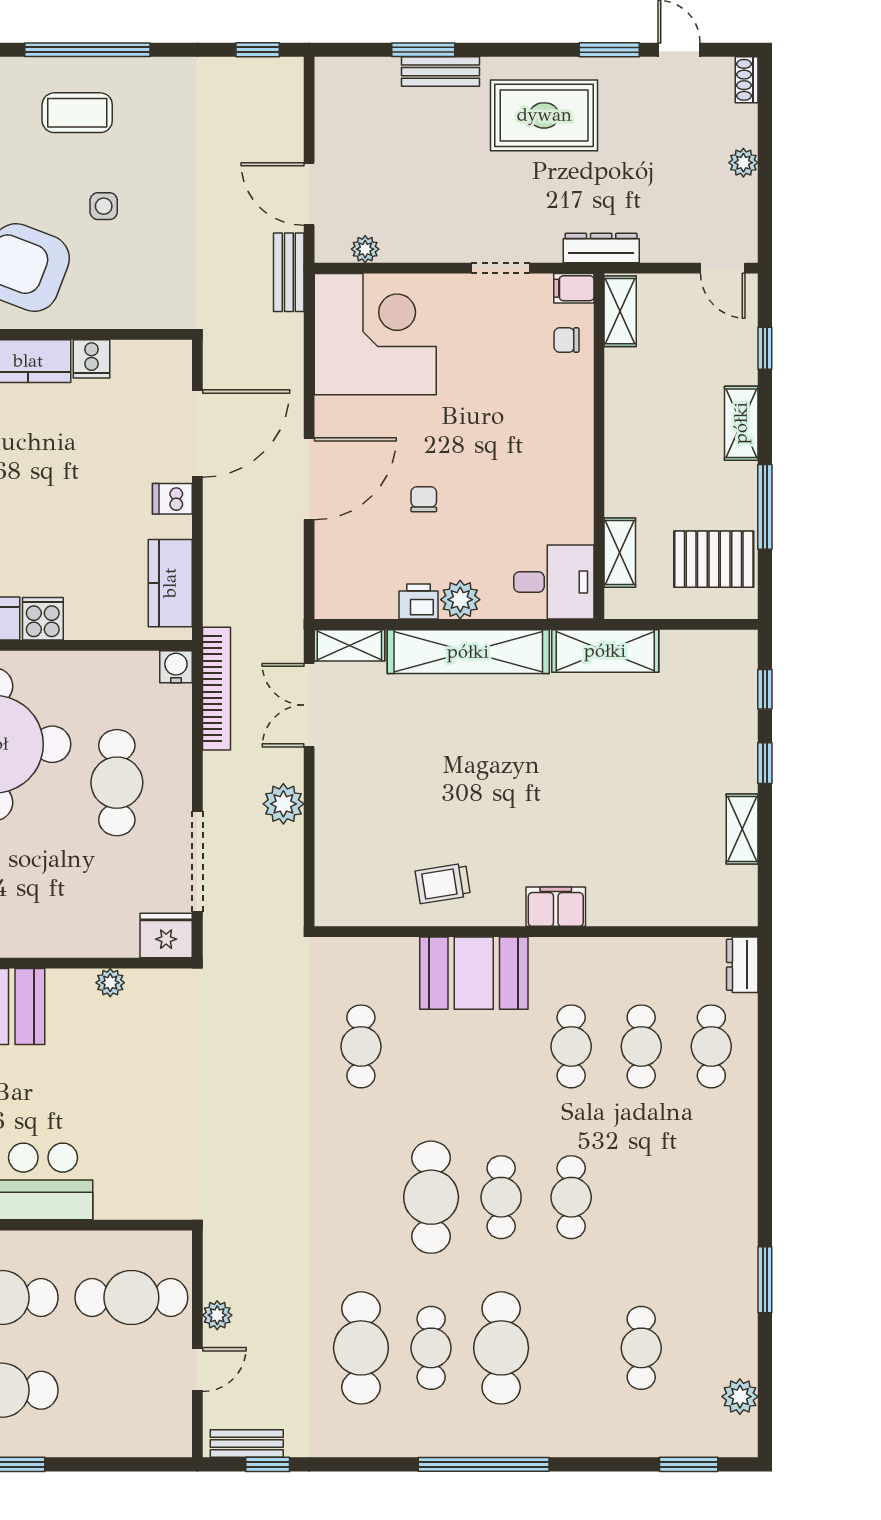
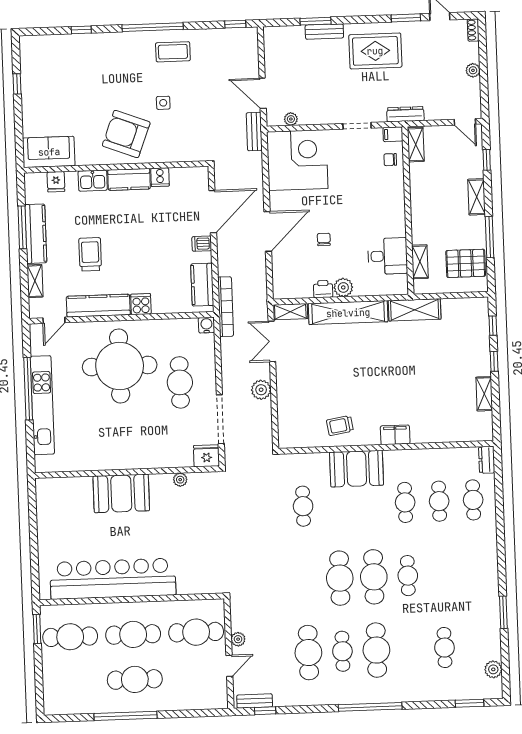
coffee table: (77, 113) -> (173, 52), moved
desk: (554, 582) -> (388, 256), moved
bookcase: (217, 689) -> (226, 307), moved
cafe table: (501, 1197) -> (374, 577), width x1.37, depth x1.35

